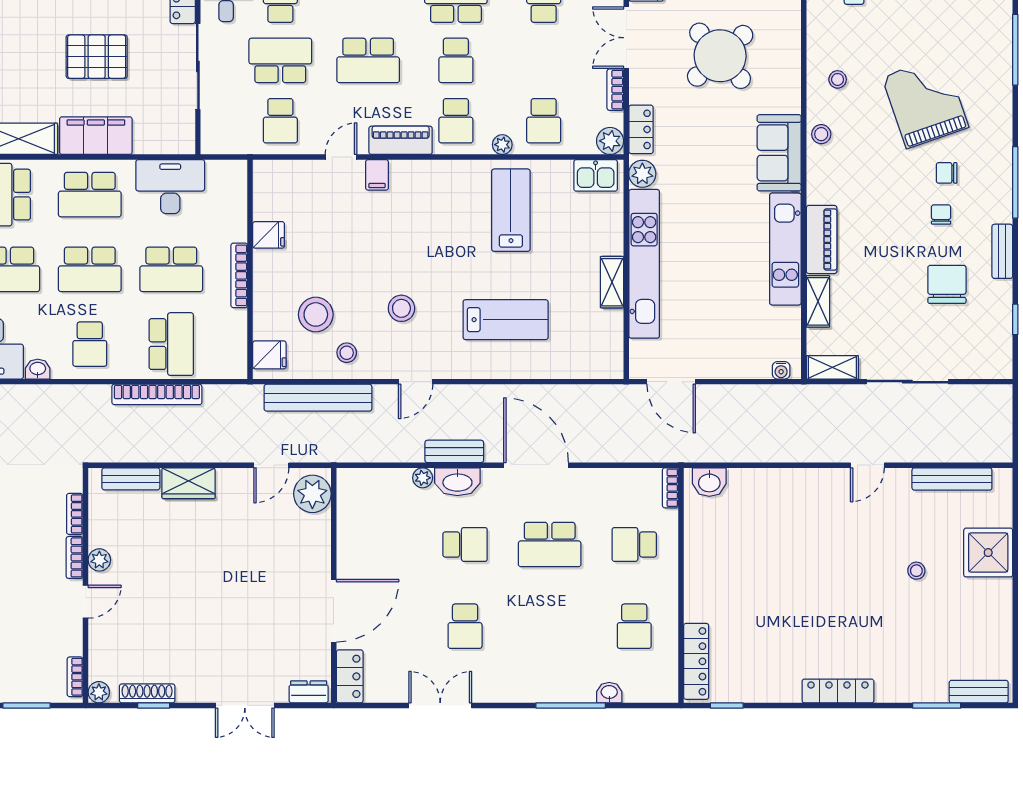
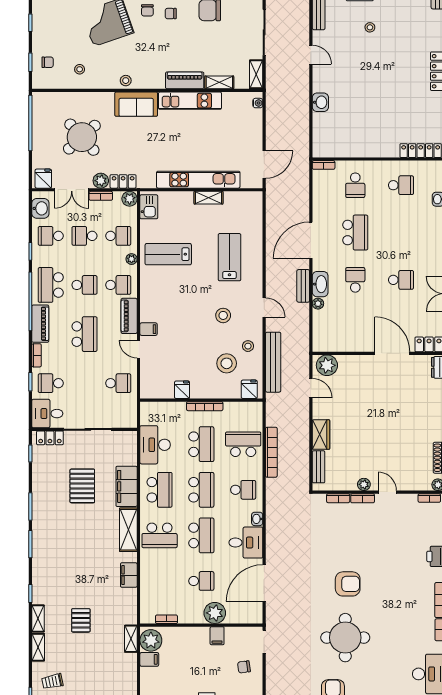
school desk: (280, 60) -> (84, 236), moved, width x0.54
stool: (838, 79) -> (80, 69), moved
plant: (642, 174) -> (101, 181), moved
washbasin: (709, 482) -> (320, 102), moved

